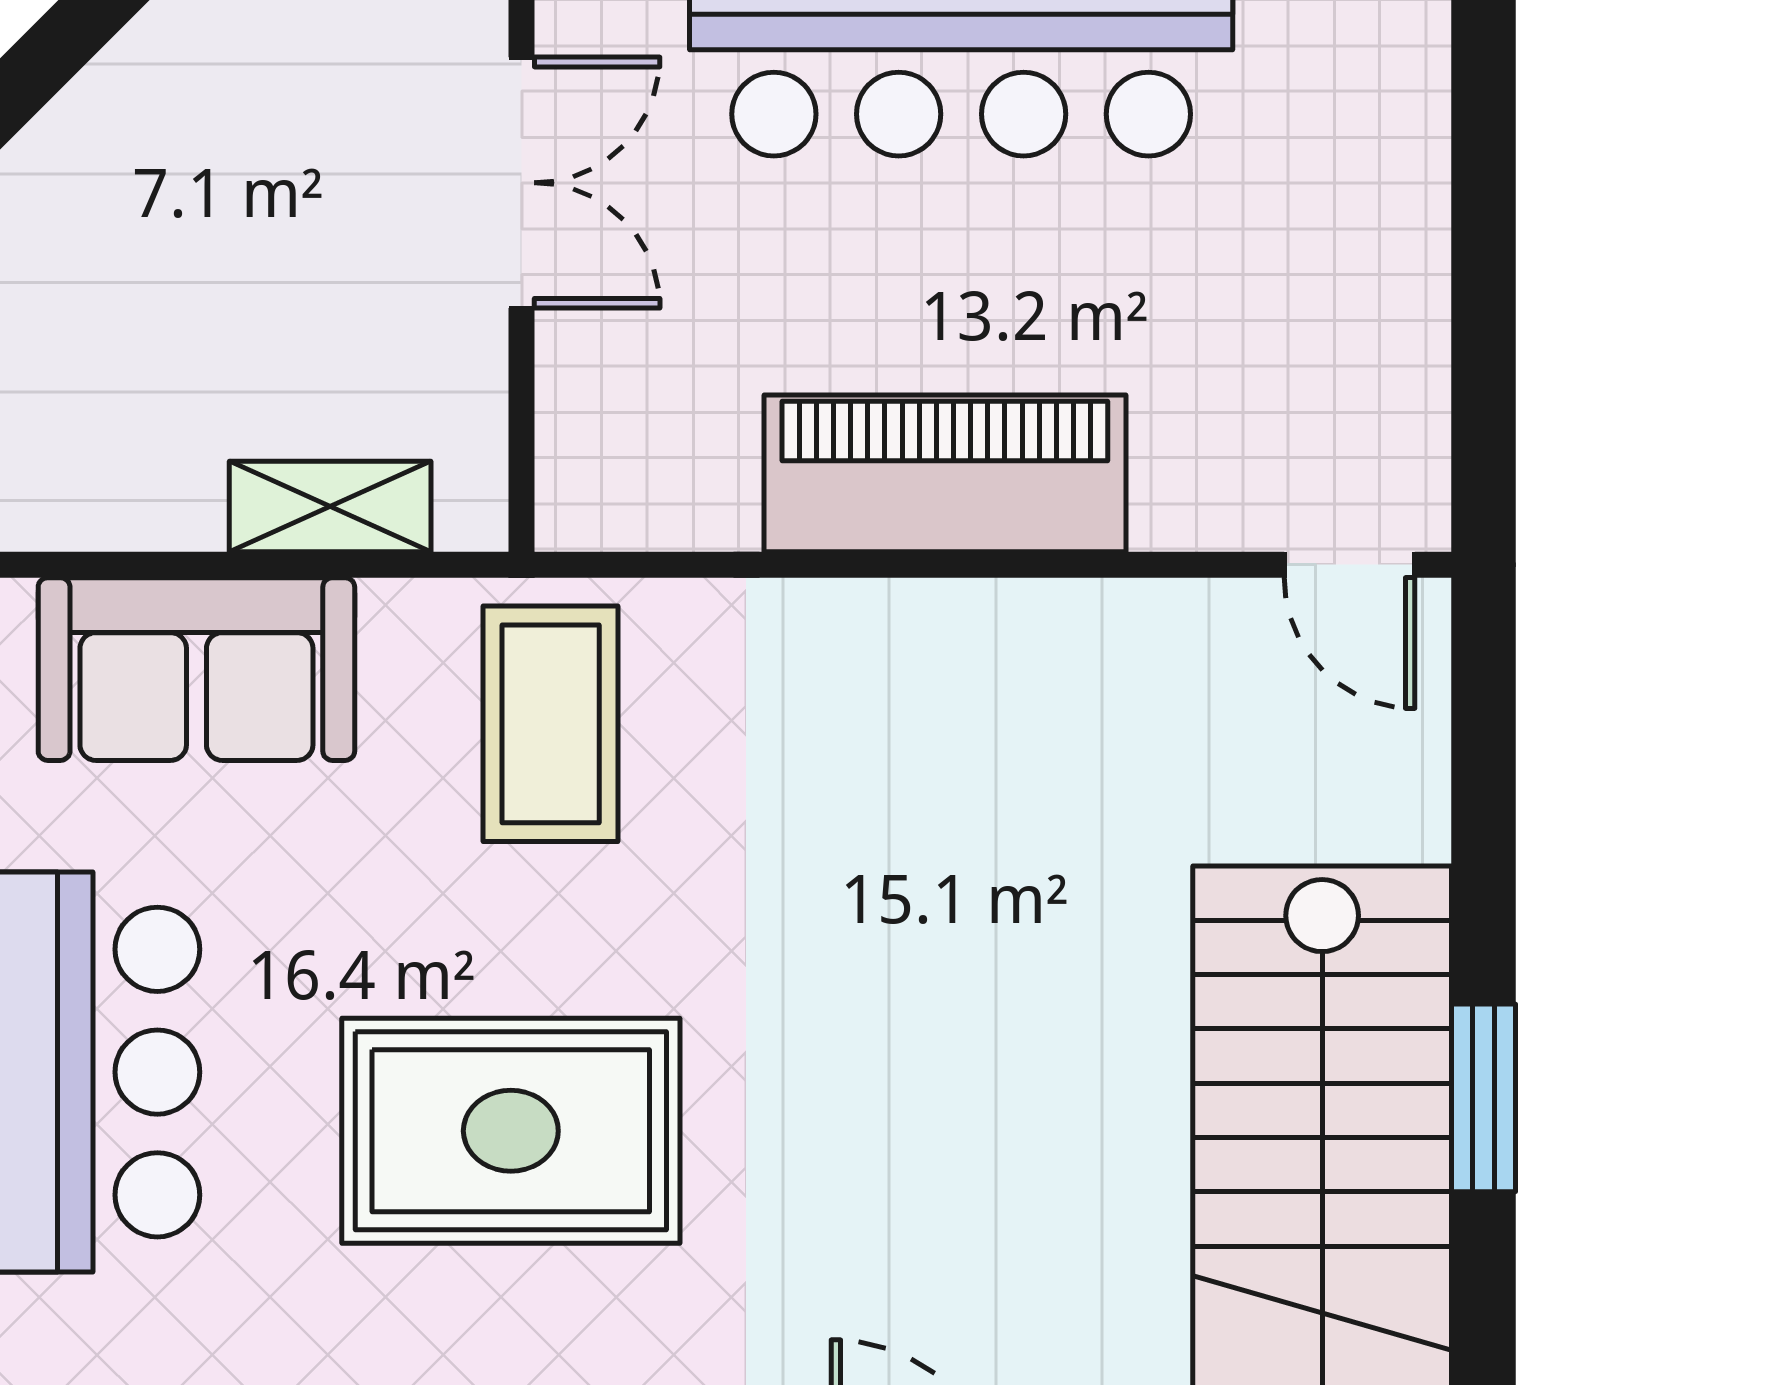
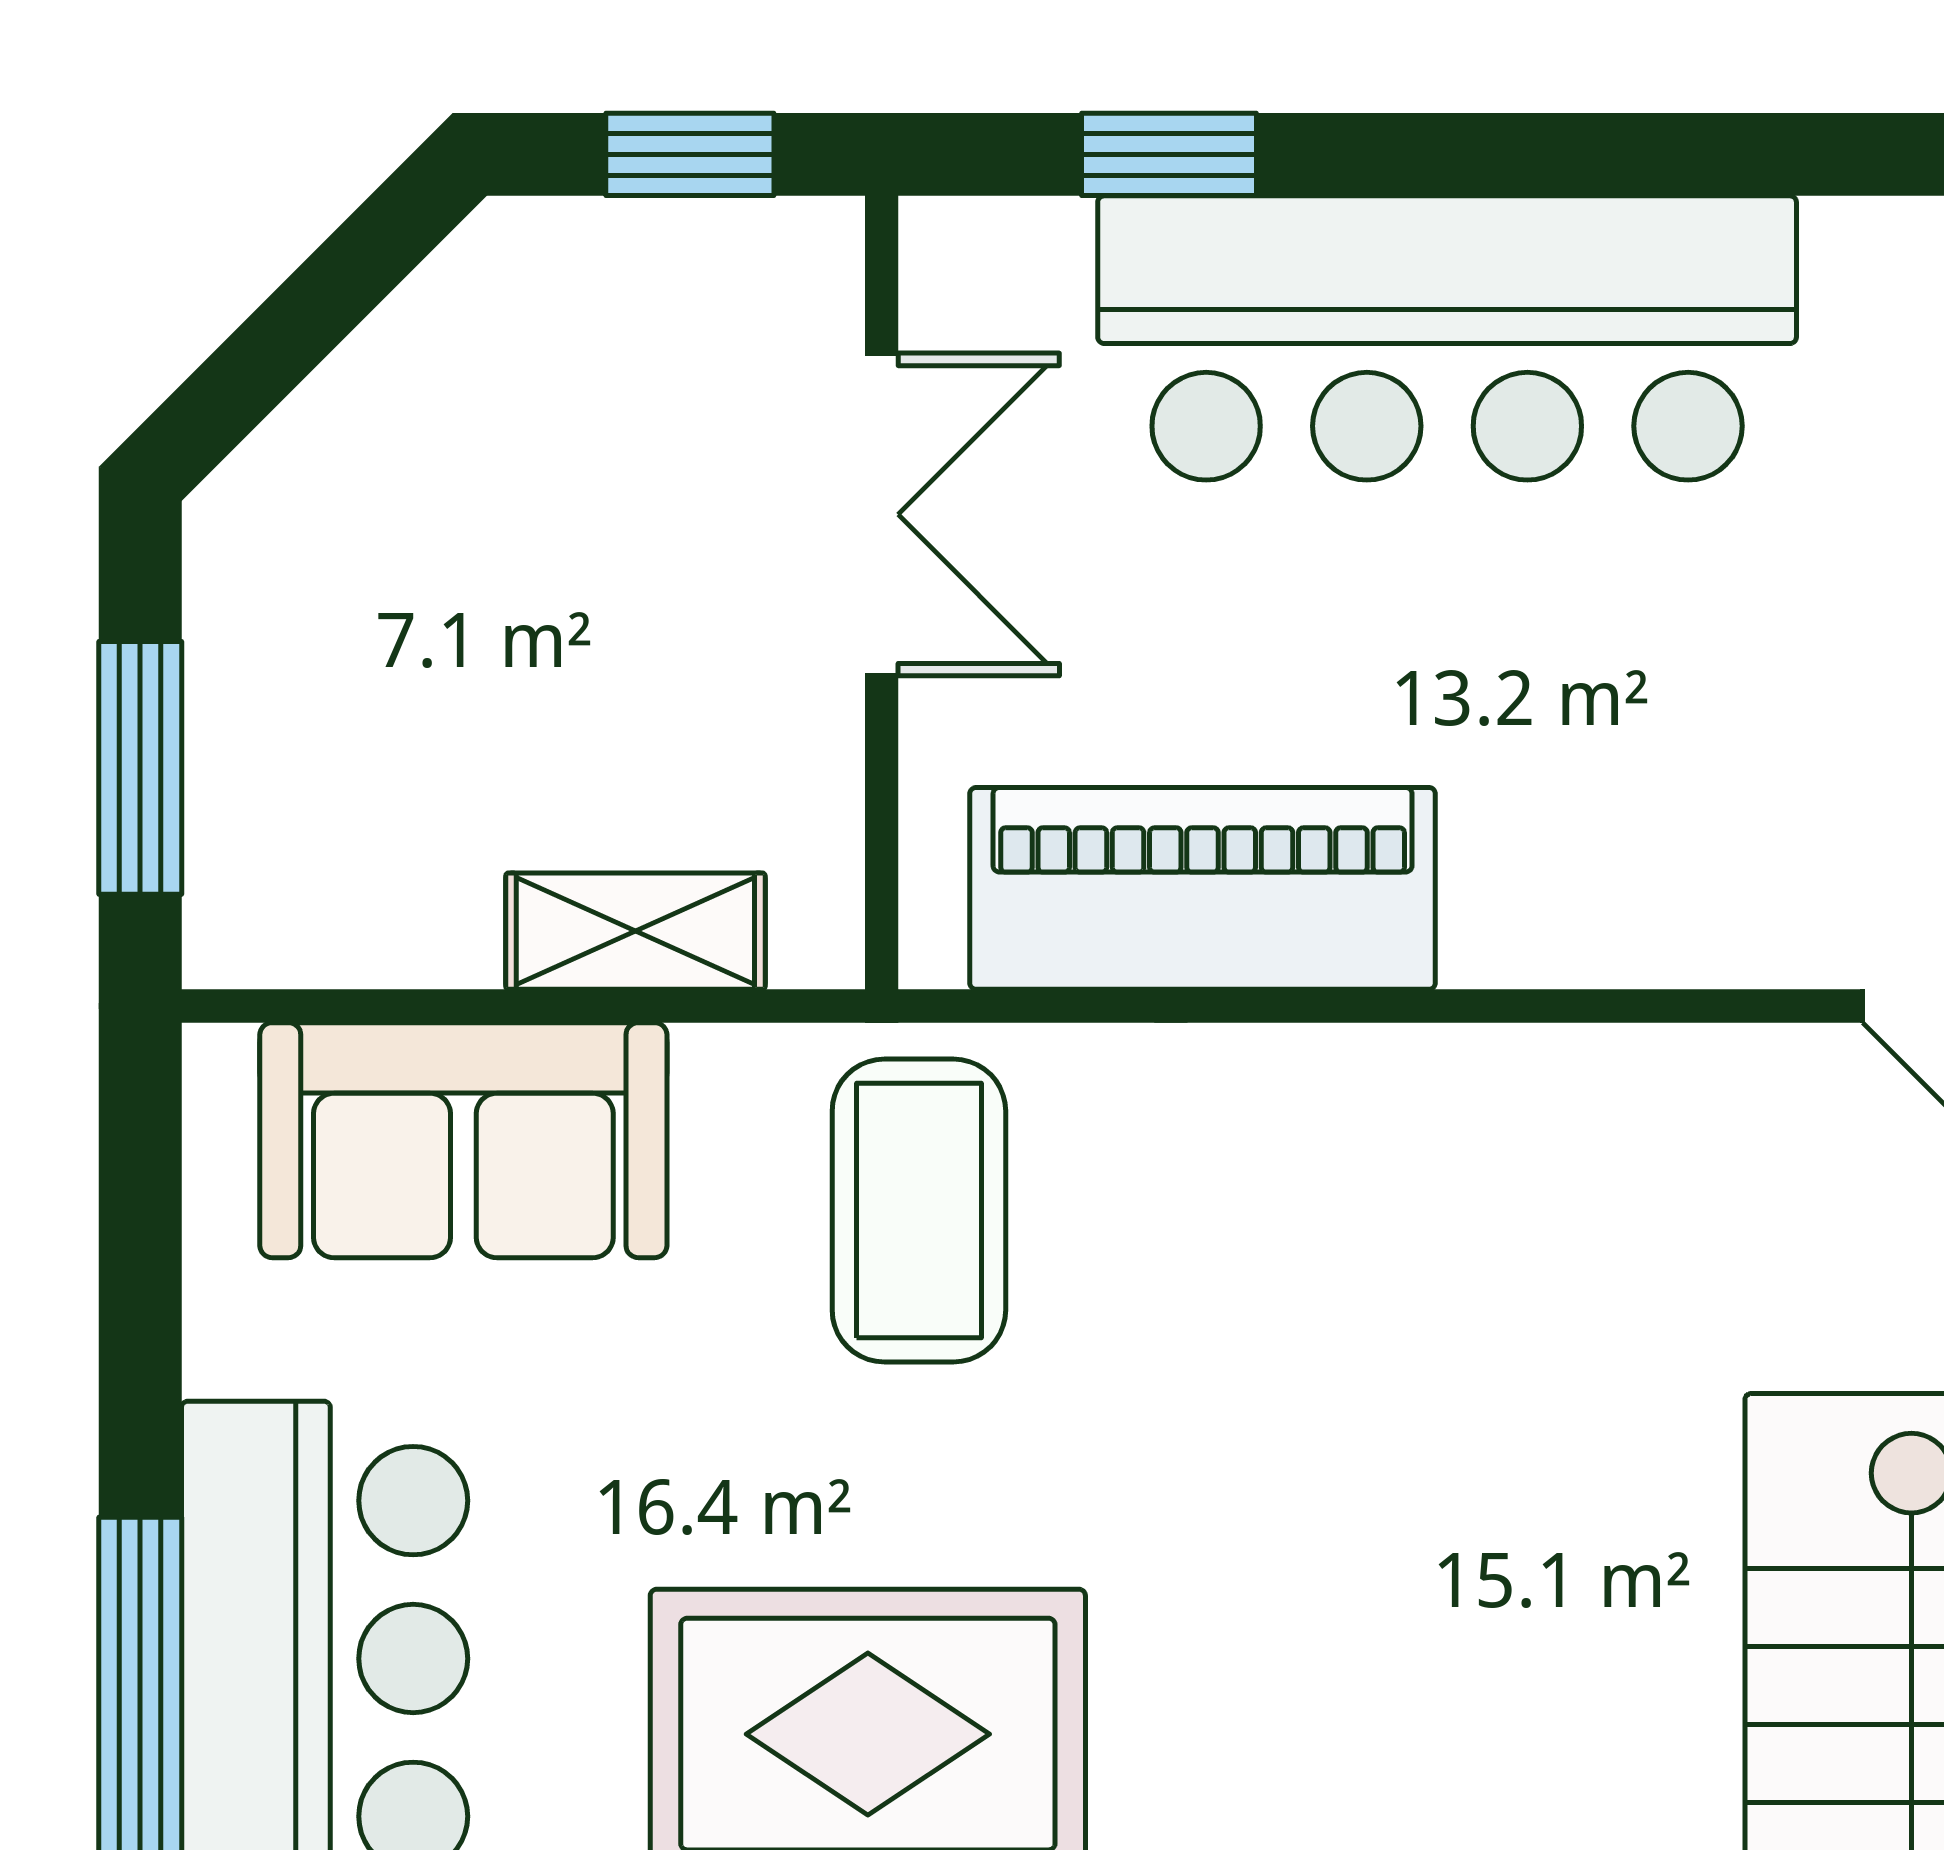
piano: (945, 473) -> (1203, 888), moved

